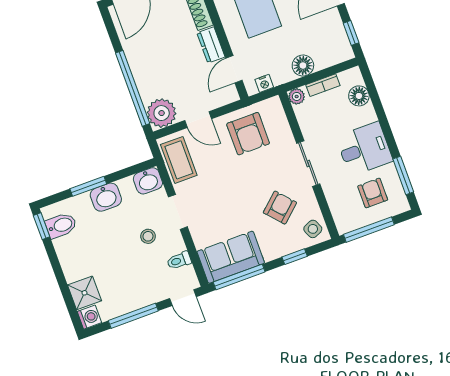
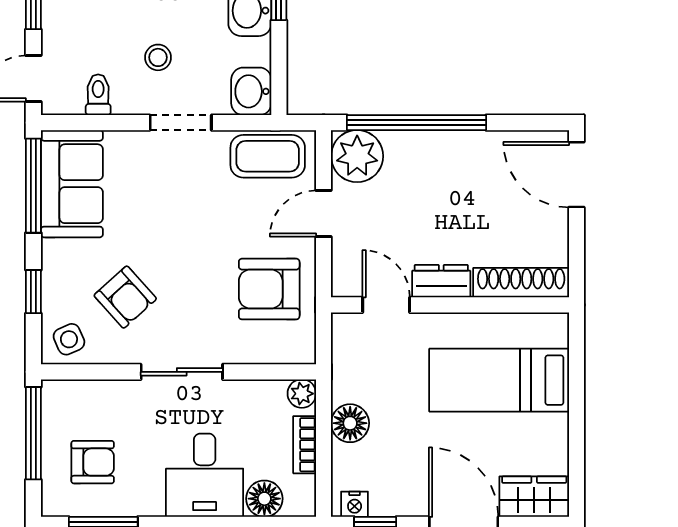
nightstand: (264, 83) -> (355, 504), moved, turned -90
desk: (364, 149) -> (205, 475), moved

